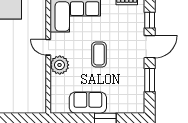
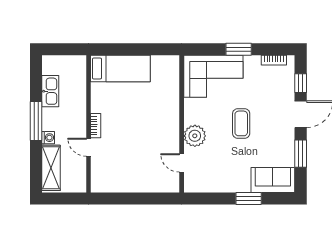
door: (48, 47) -> (182, 163), moved
sofa: (88, 103) -> (273, 180), moved

